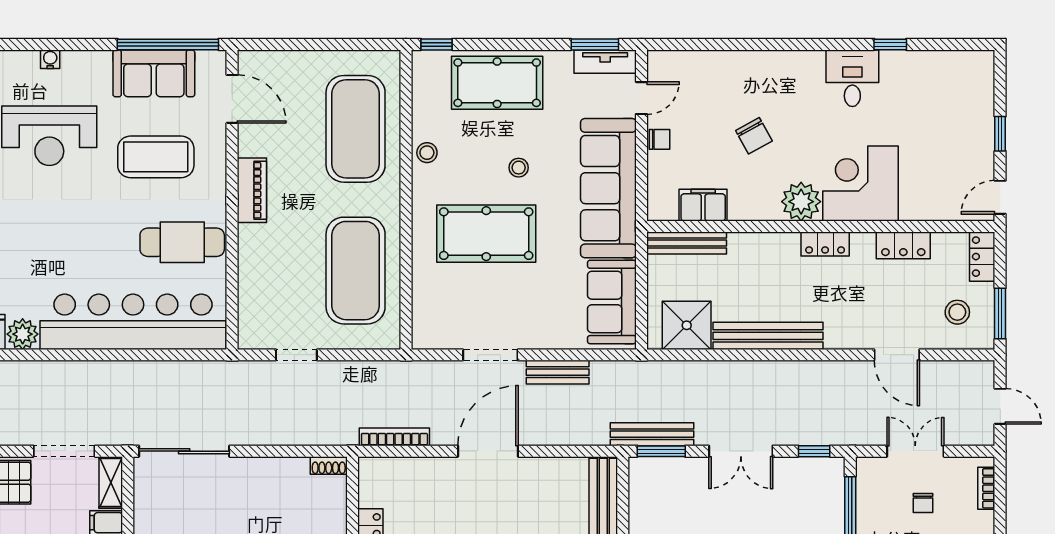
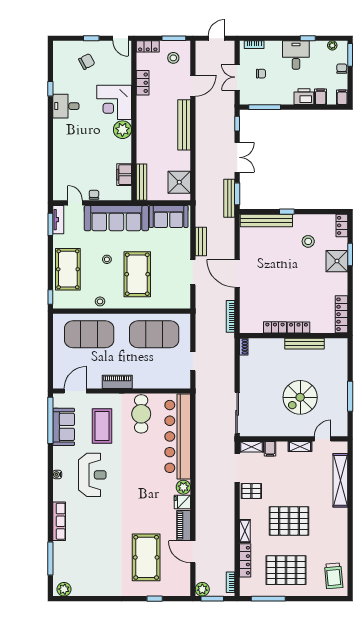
chair: (754, 136) -> (87, 61), moved
locker: (825, 244) -> (142, 119), removed
bench: (768, 336) -> (184, 125), moved

